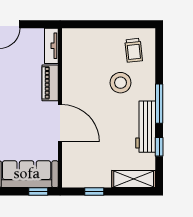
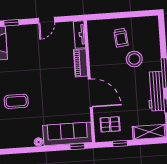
trolley: (134, 50) -> (121, 38), moved
pallet: (83, 166) -> (110, 124), added

